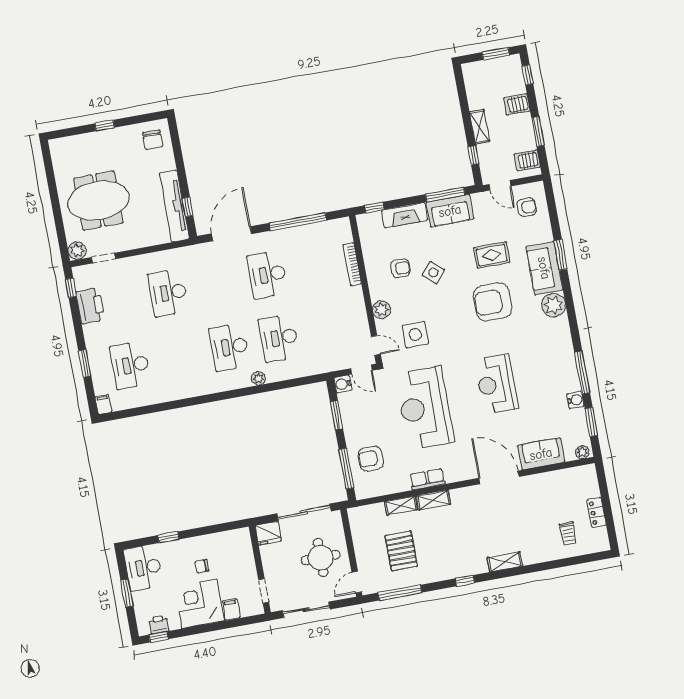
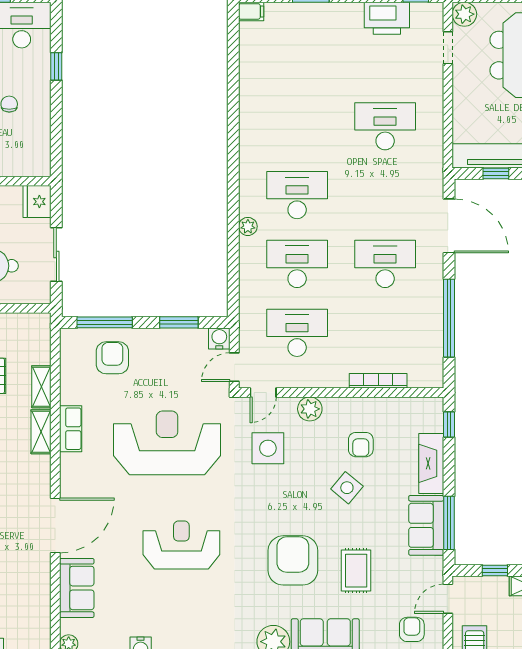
armchair: (527, 207) -> (412, 629), turned 180
desk: (130, 365) -> (297, 333), moved
sliding door: (304, 512) -> (56, 255), width x0.73

